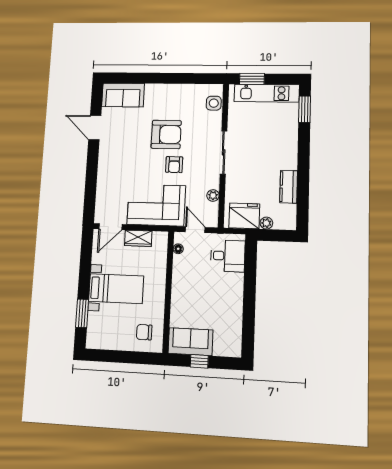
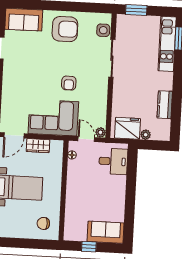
kitchen unit: (267, 93) -> (167, 44), moved, turned 90
armchair: (166, 134) -> (65, 29), moved
sliding door: (224, 152) -> (112, 58), moved
plant: (213, 195) -> (100, 132), moved
sofa: (190, 342) -> (106, 232), moved

